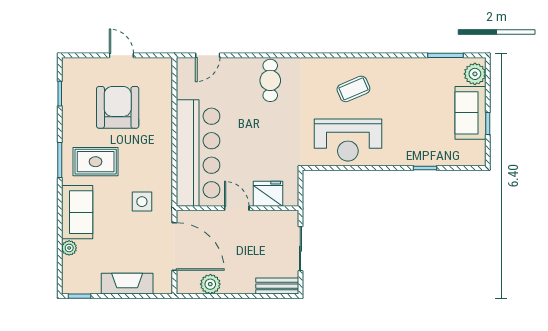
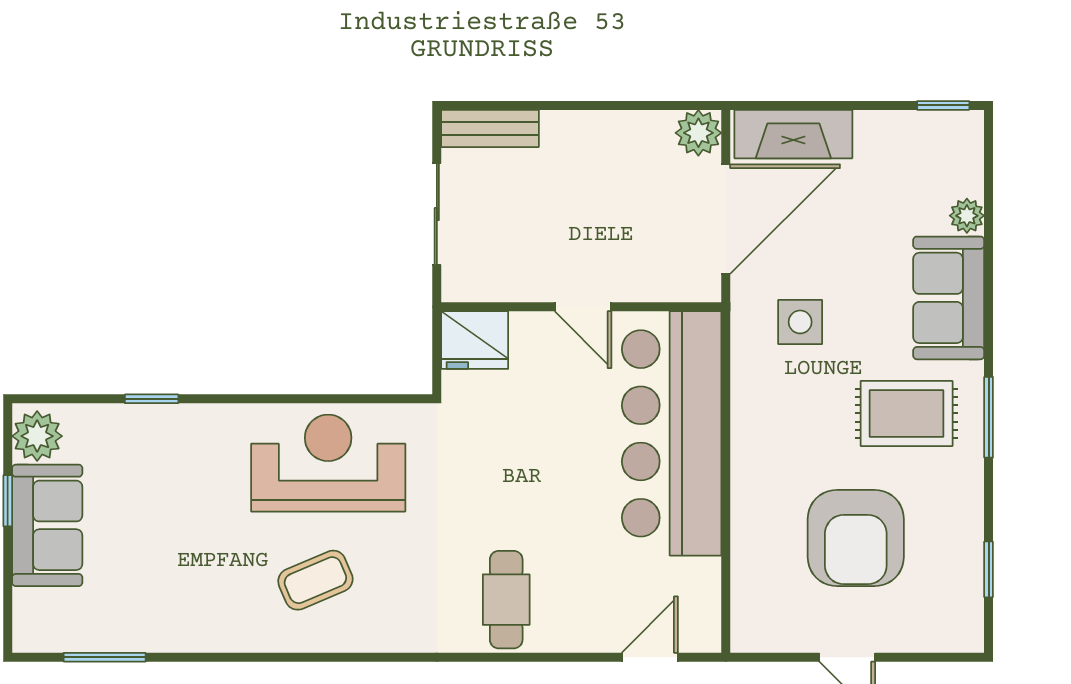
plant: (475, 74) -> (37, 436), moved
fridge: (268, 194) -> (475, 340), moved
door: (174, 246) -> (726, 219), swing flipped
fireplace: (127, 284) -> (793, 134), moved
plant: (210, 284) -> (698, 133), moved

